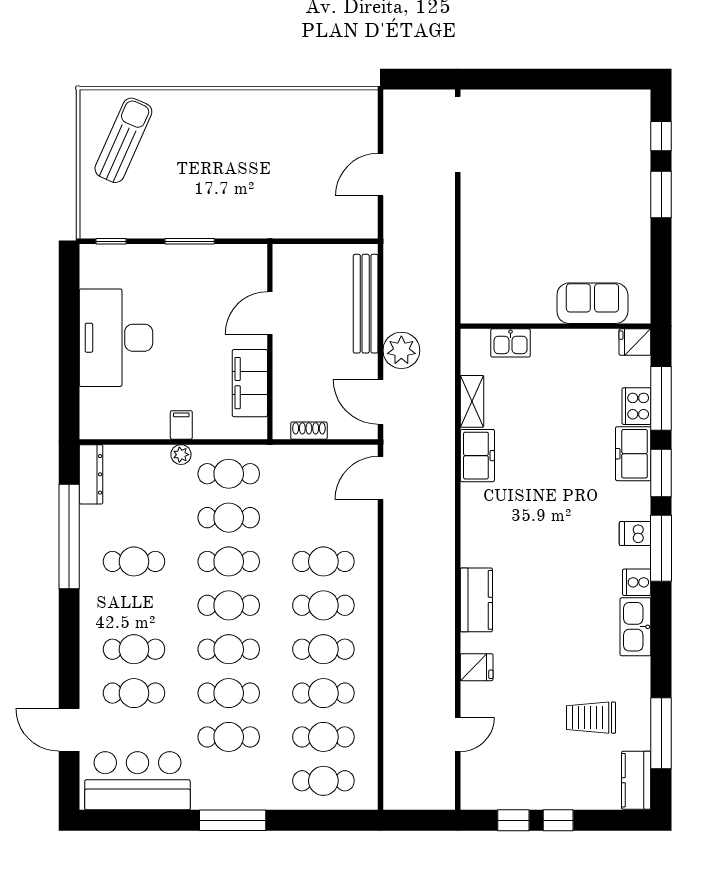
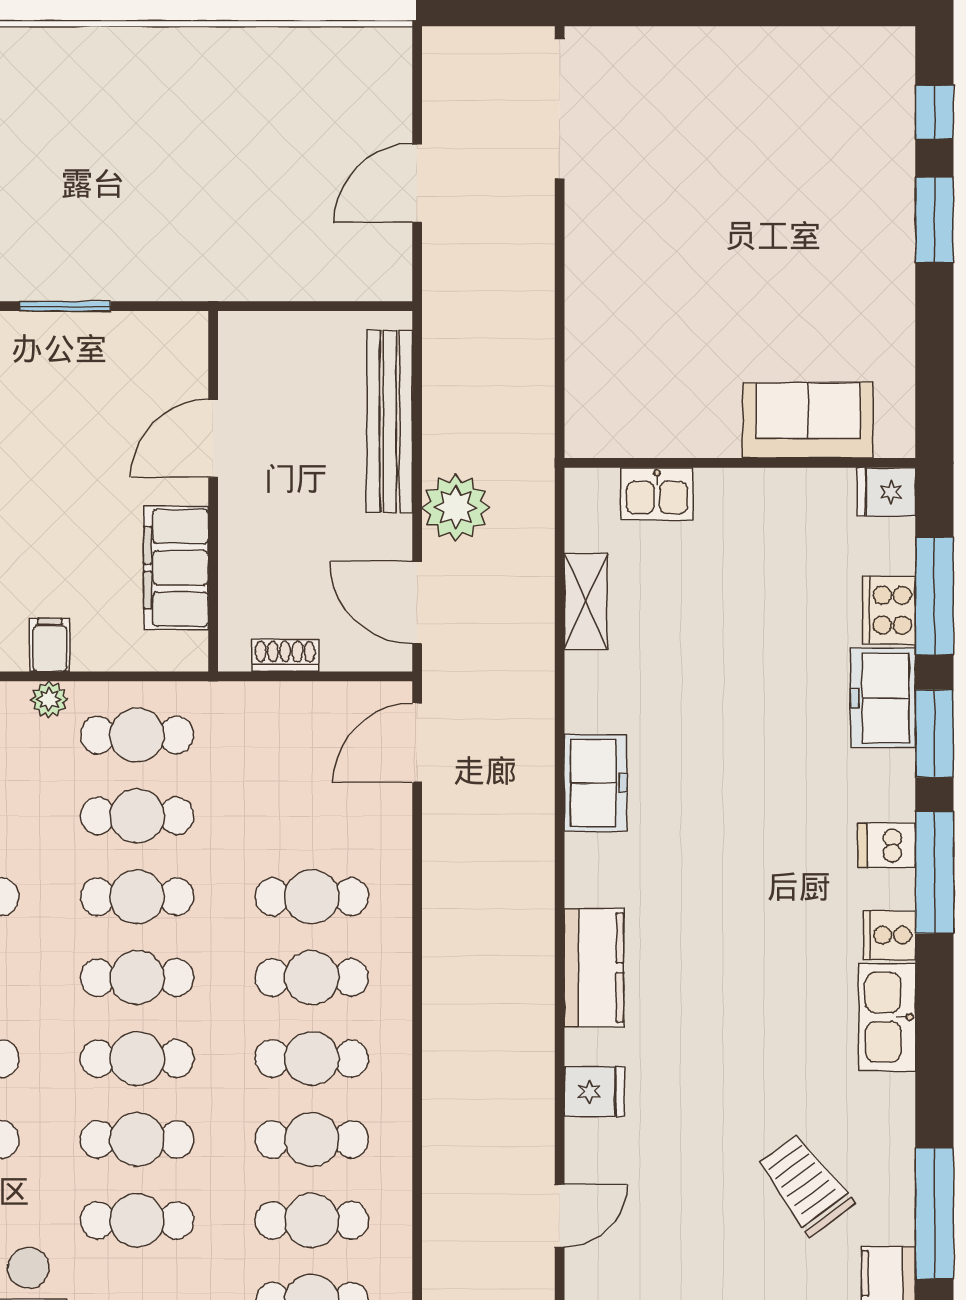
freezer: (477, 456) -> (596, 783), moved
trolley: (591, 718) -> (805, 1185), turned 53

